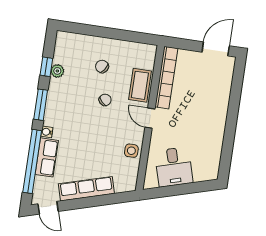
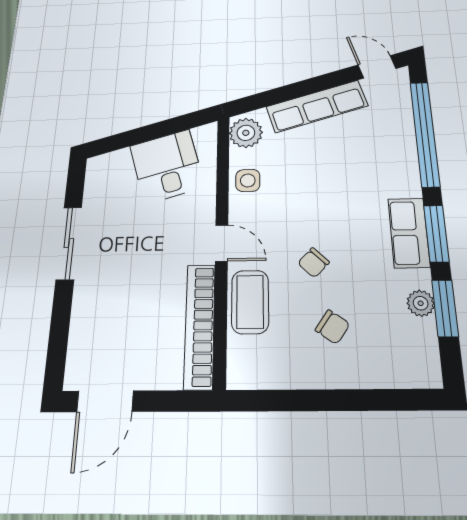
window: (46, 67) -> (445, 308), width x1.50
water cooler: (47, 132) -> (411, 187), removed
sliding door: (230, 132) -> (69, 243), added
row of seats: (47, 157) -> (409, 233), moved
plant: (128, 179) -> (246, 133), added

